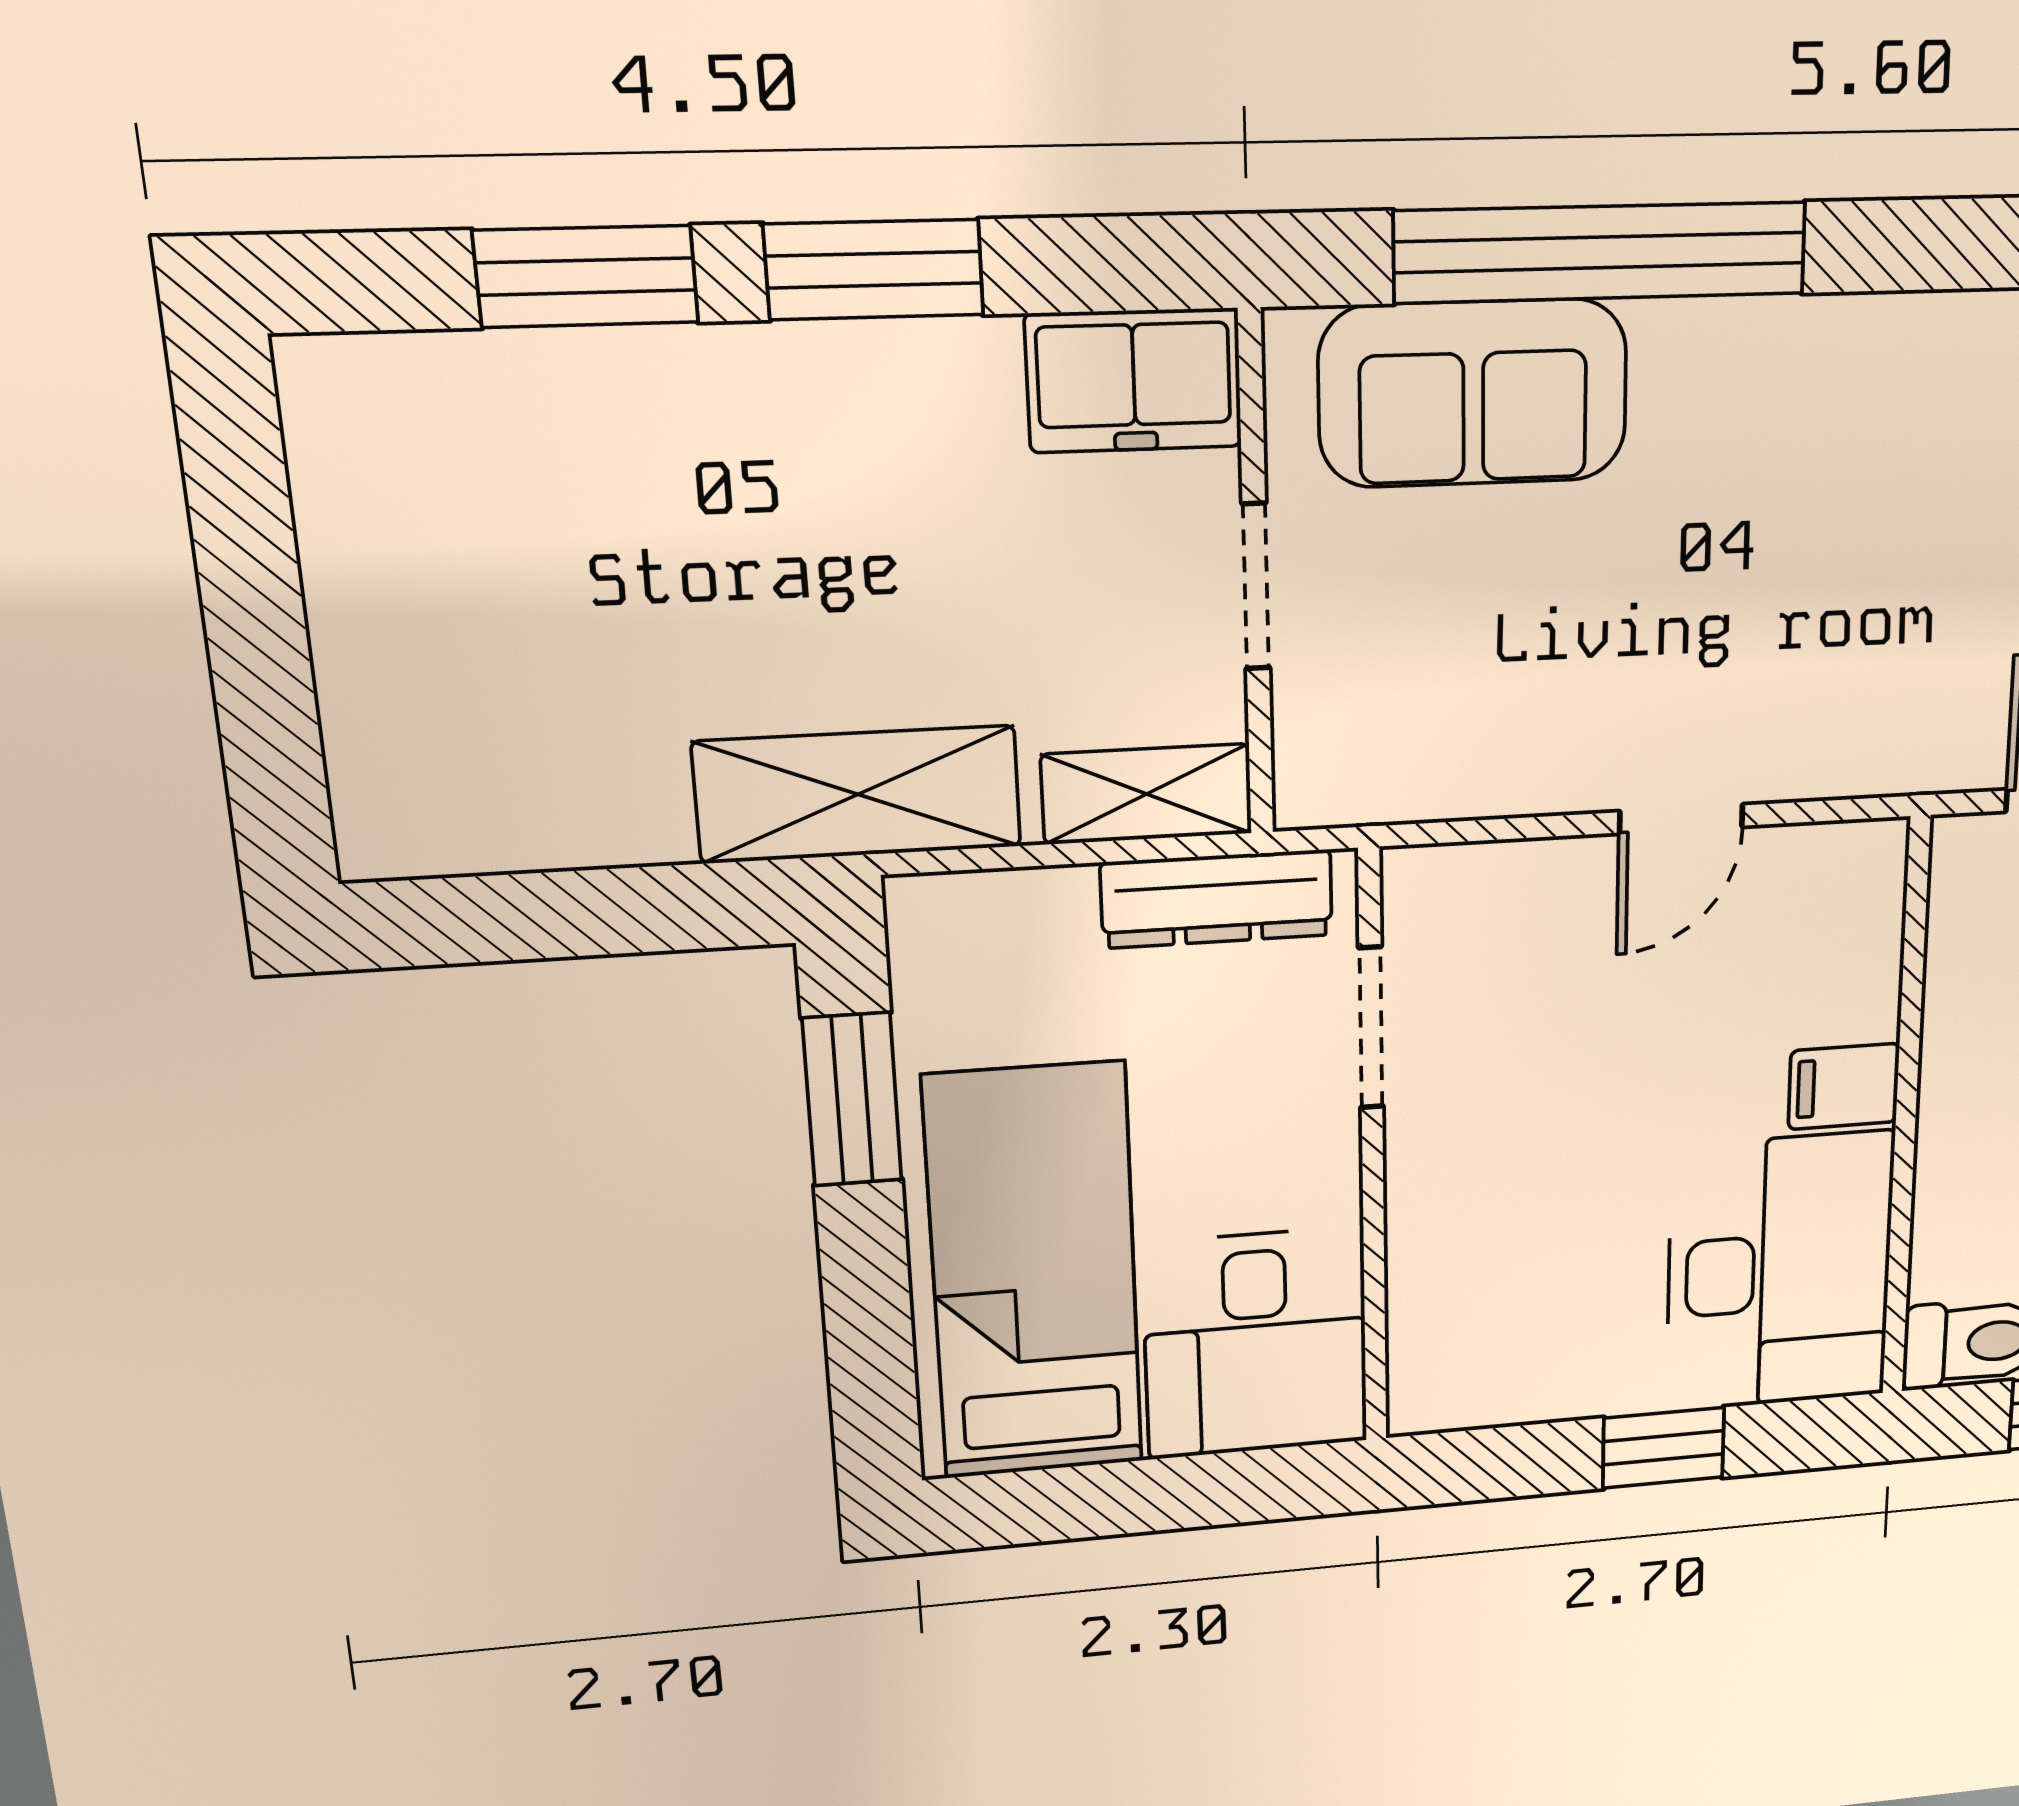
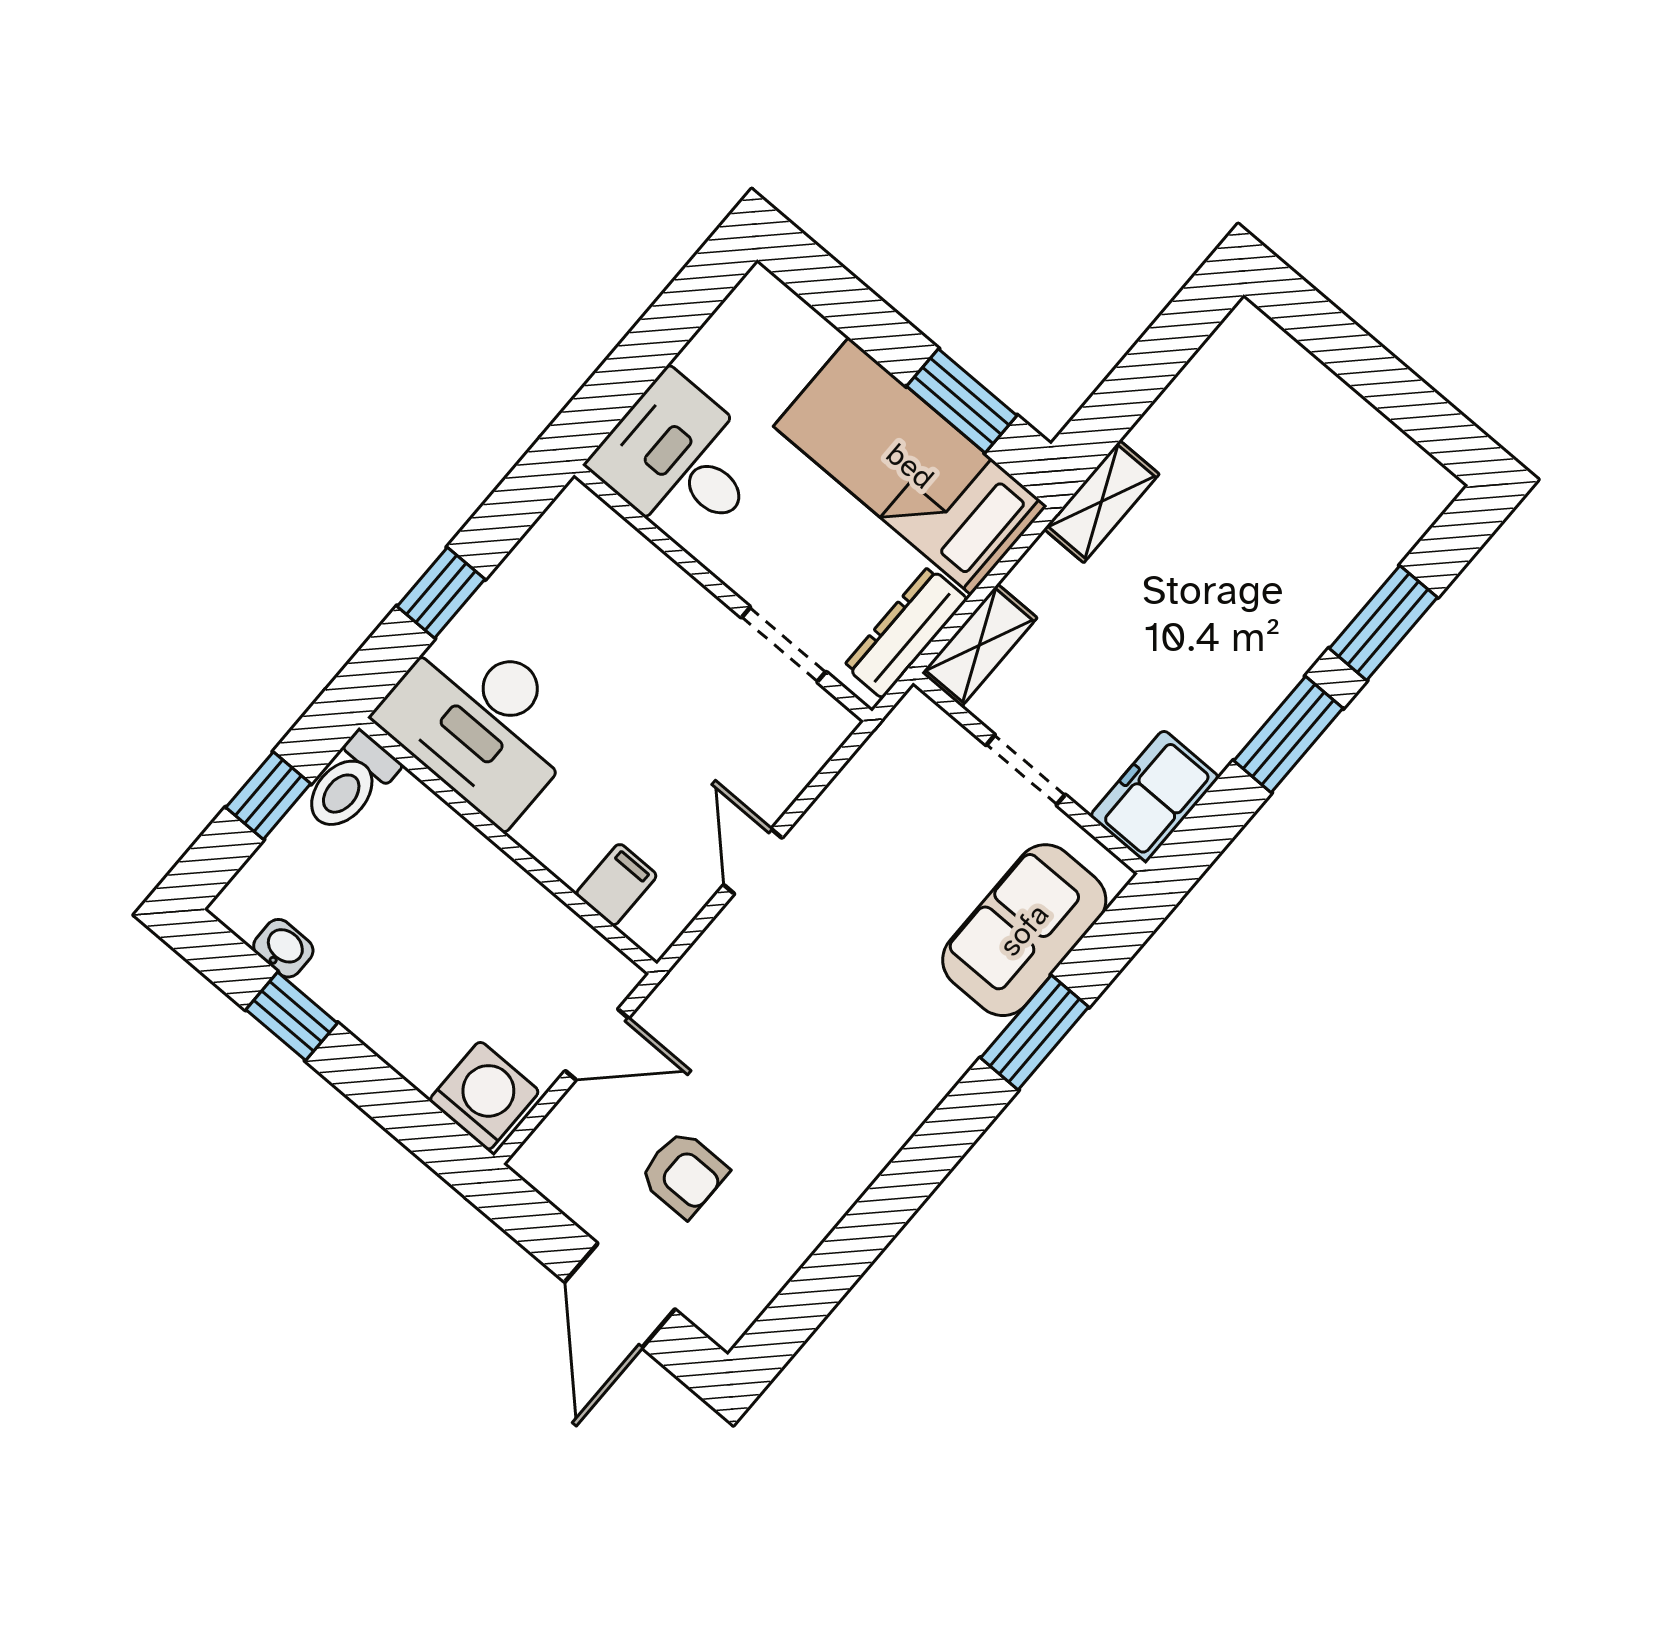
window: (1601, 252) -> (1035, 1032), width x0.47
shelving: (858, 794) -> (1102, 502), width x0.67, depth x0.75
filing cabinet: (1844, 1086) -> (616, 885), moved
bed: (1034, 1273) -> (910, 466), moved, turned 180

